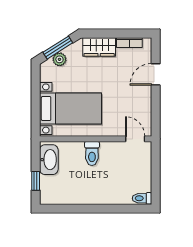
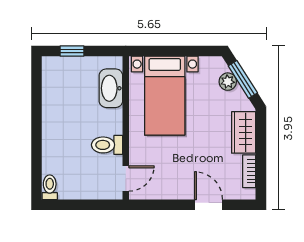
toilet: (92, 154) -> (107, 145), moved
washbasin: (49, 160) -> (111, 88), moved, turned 90

